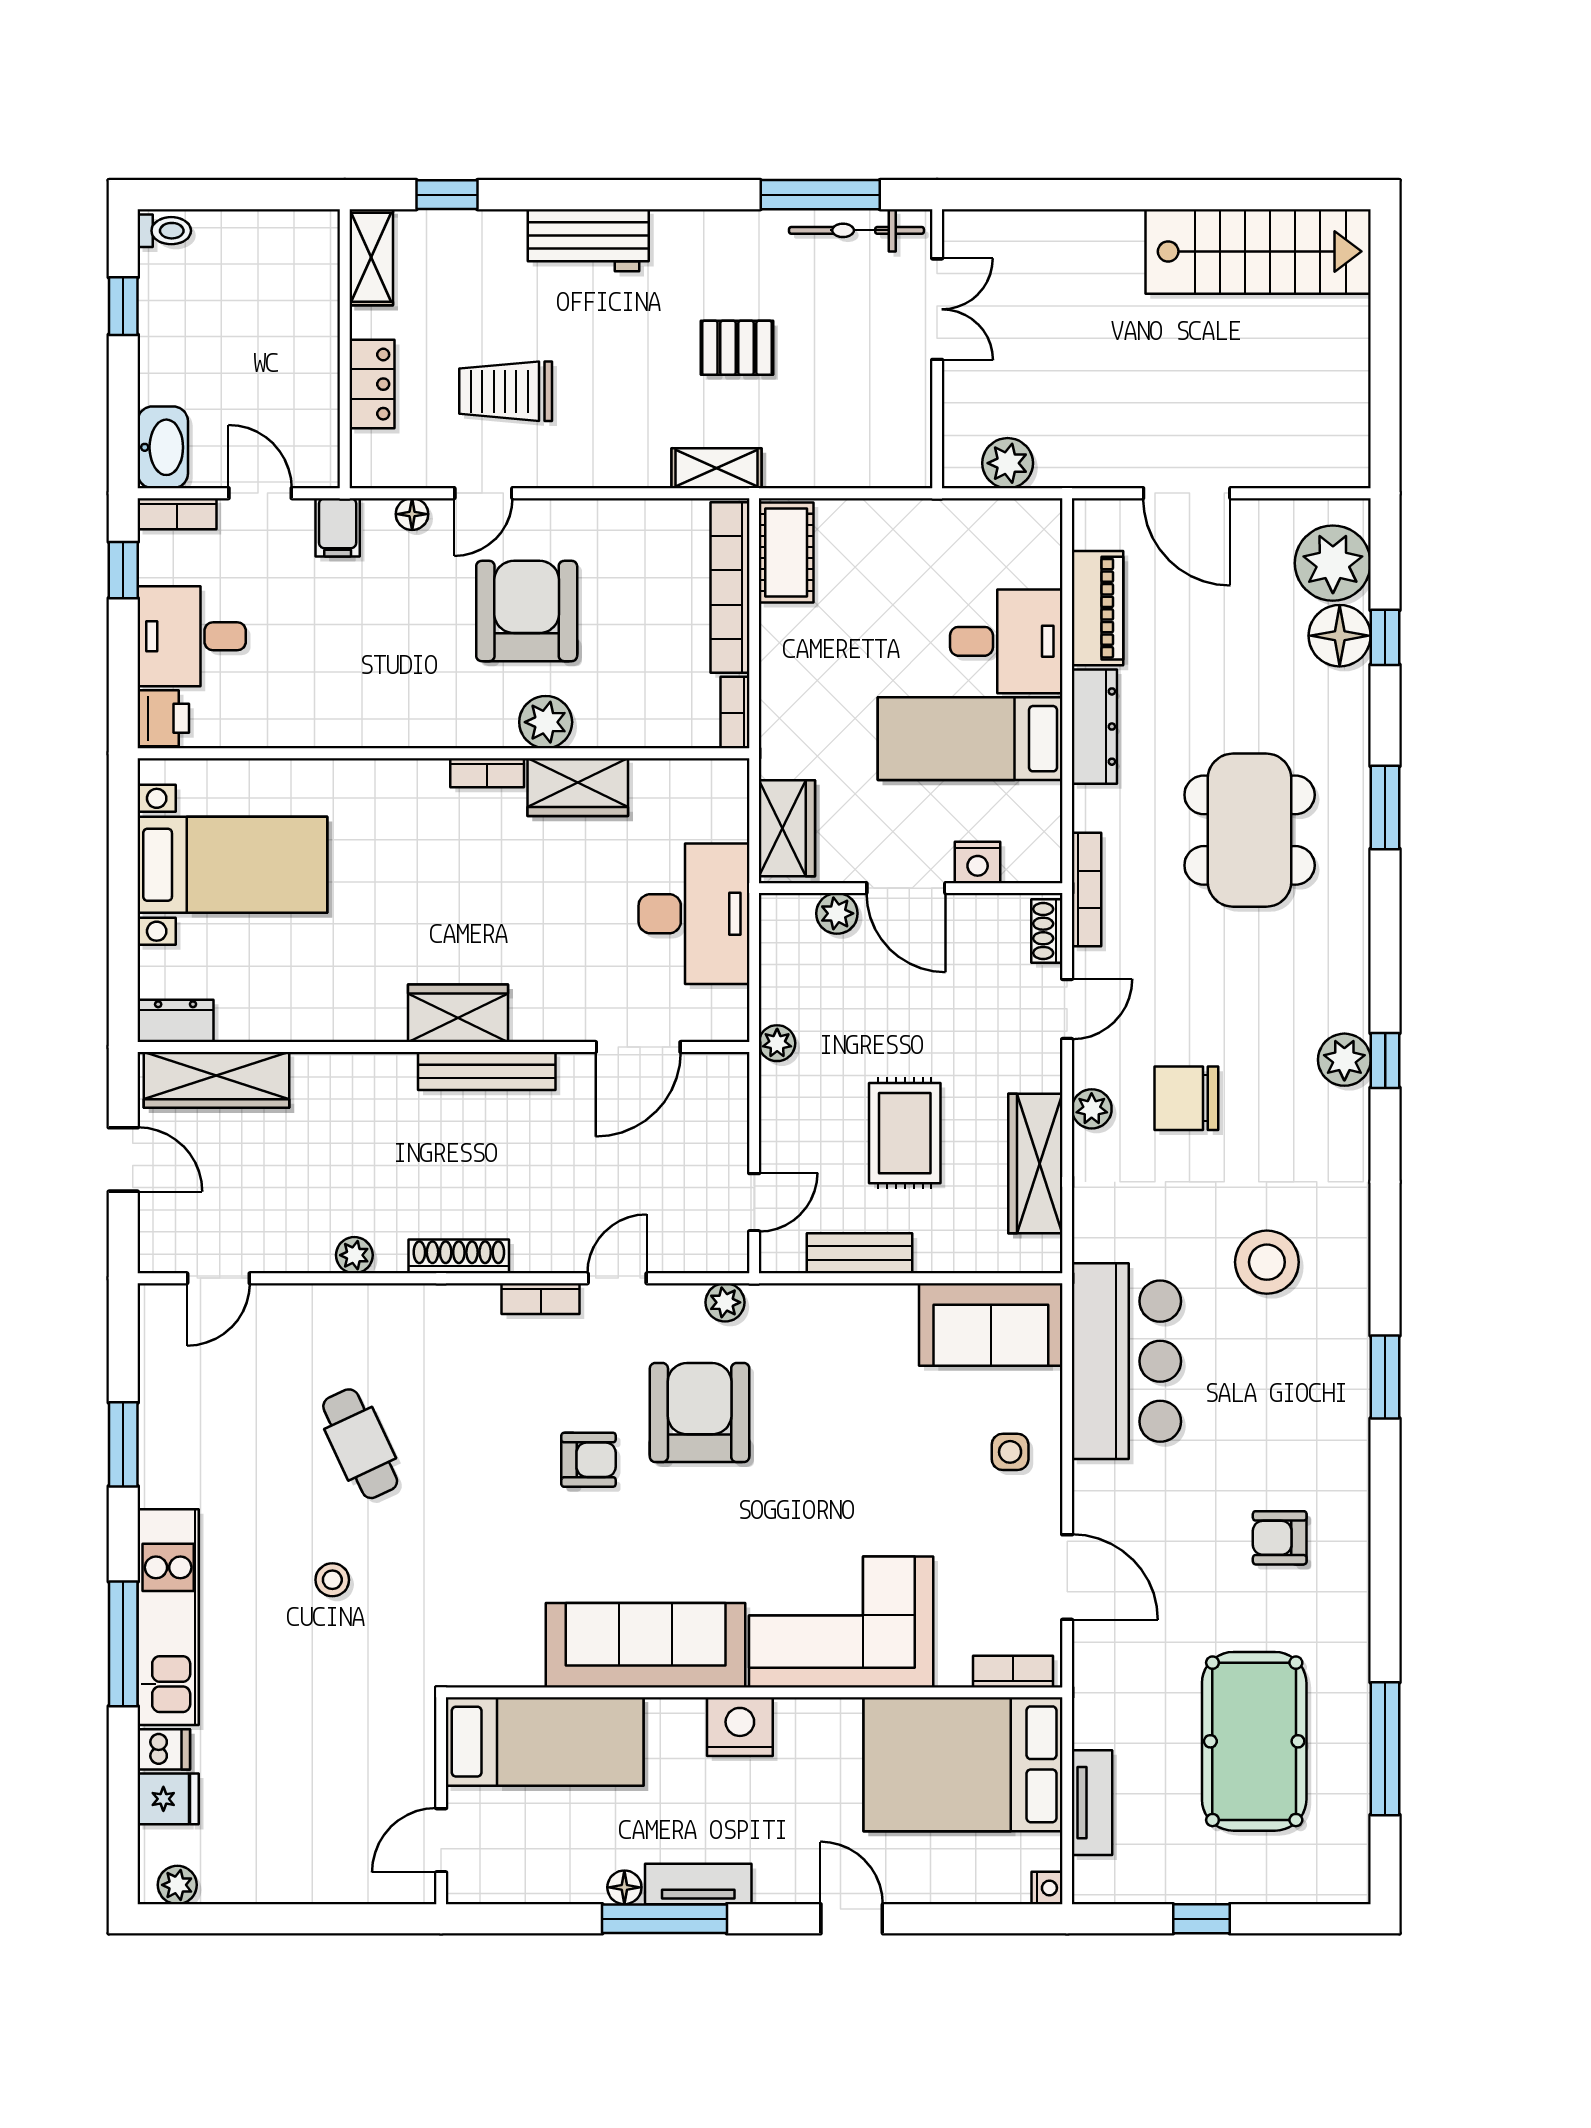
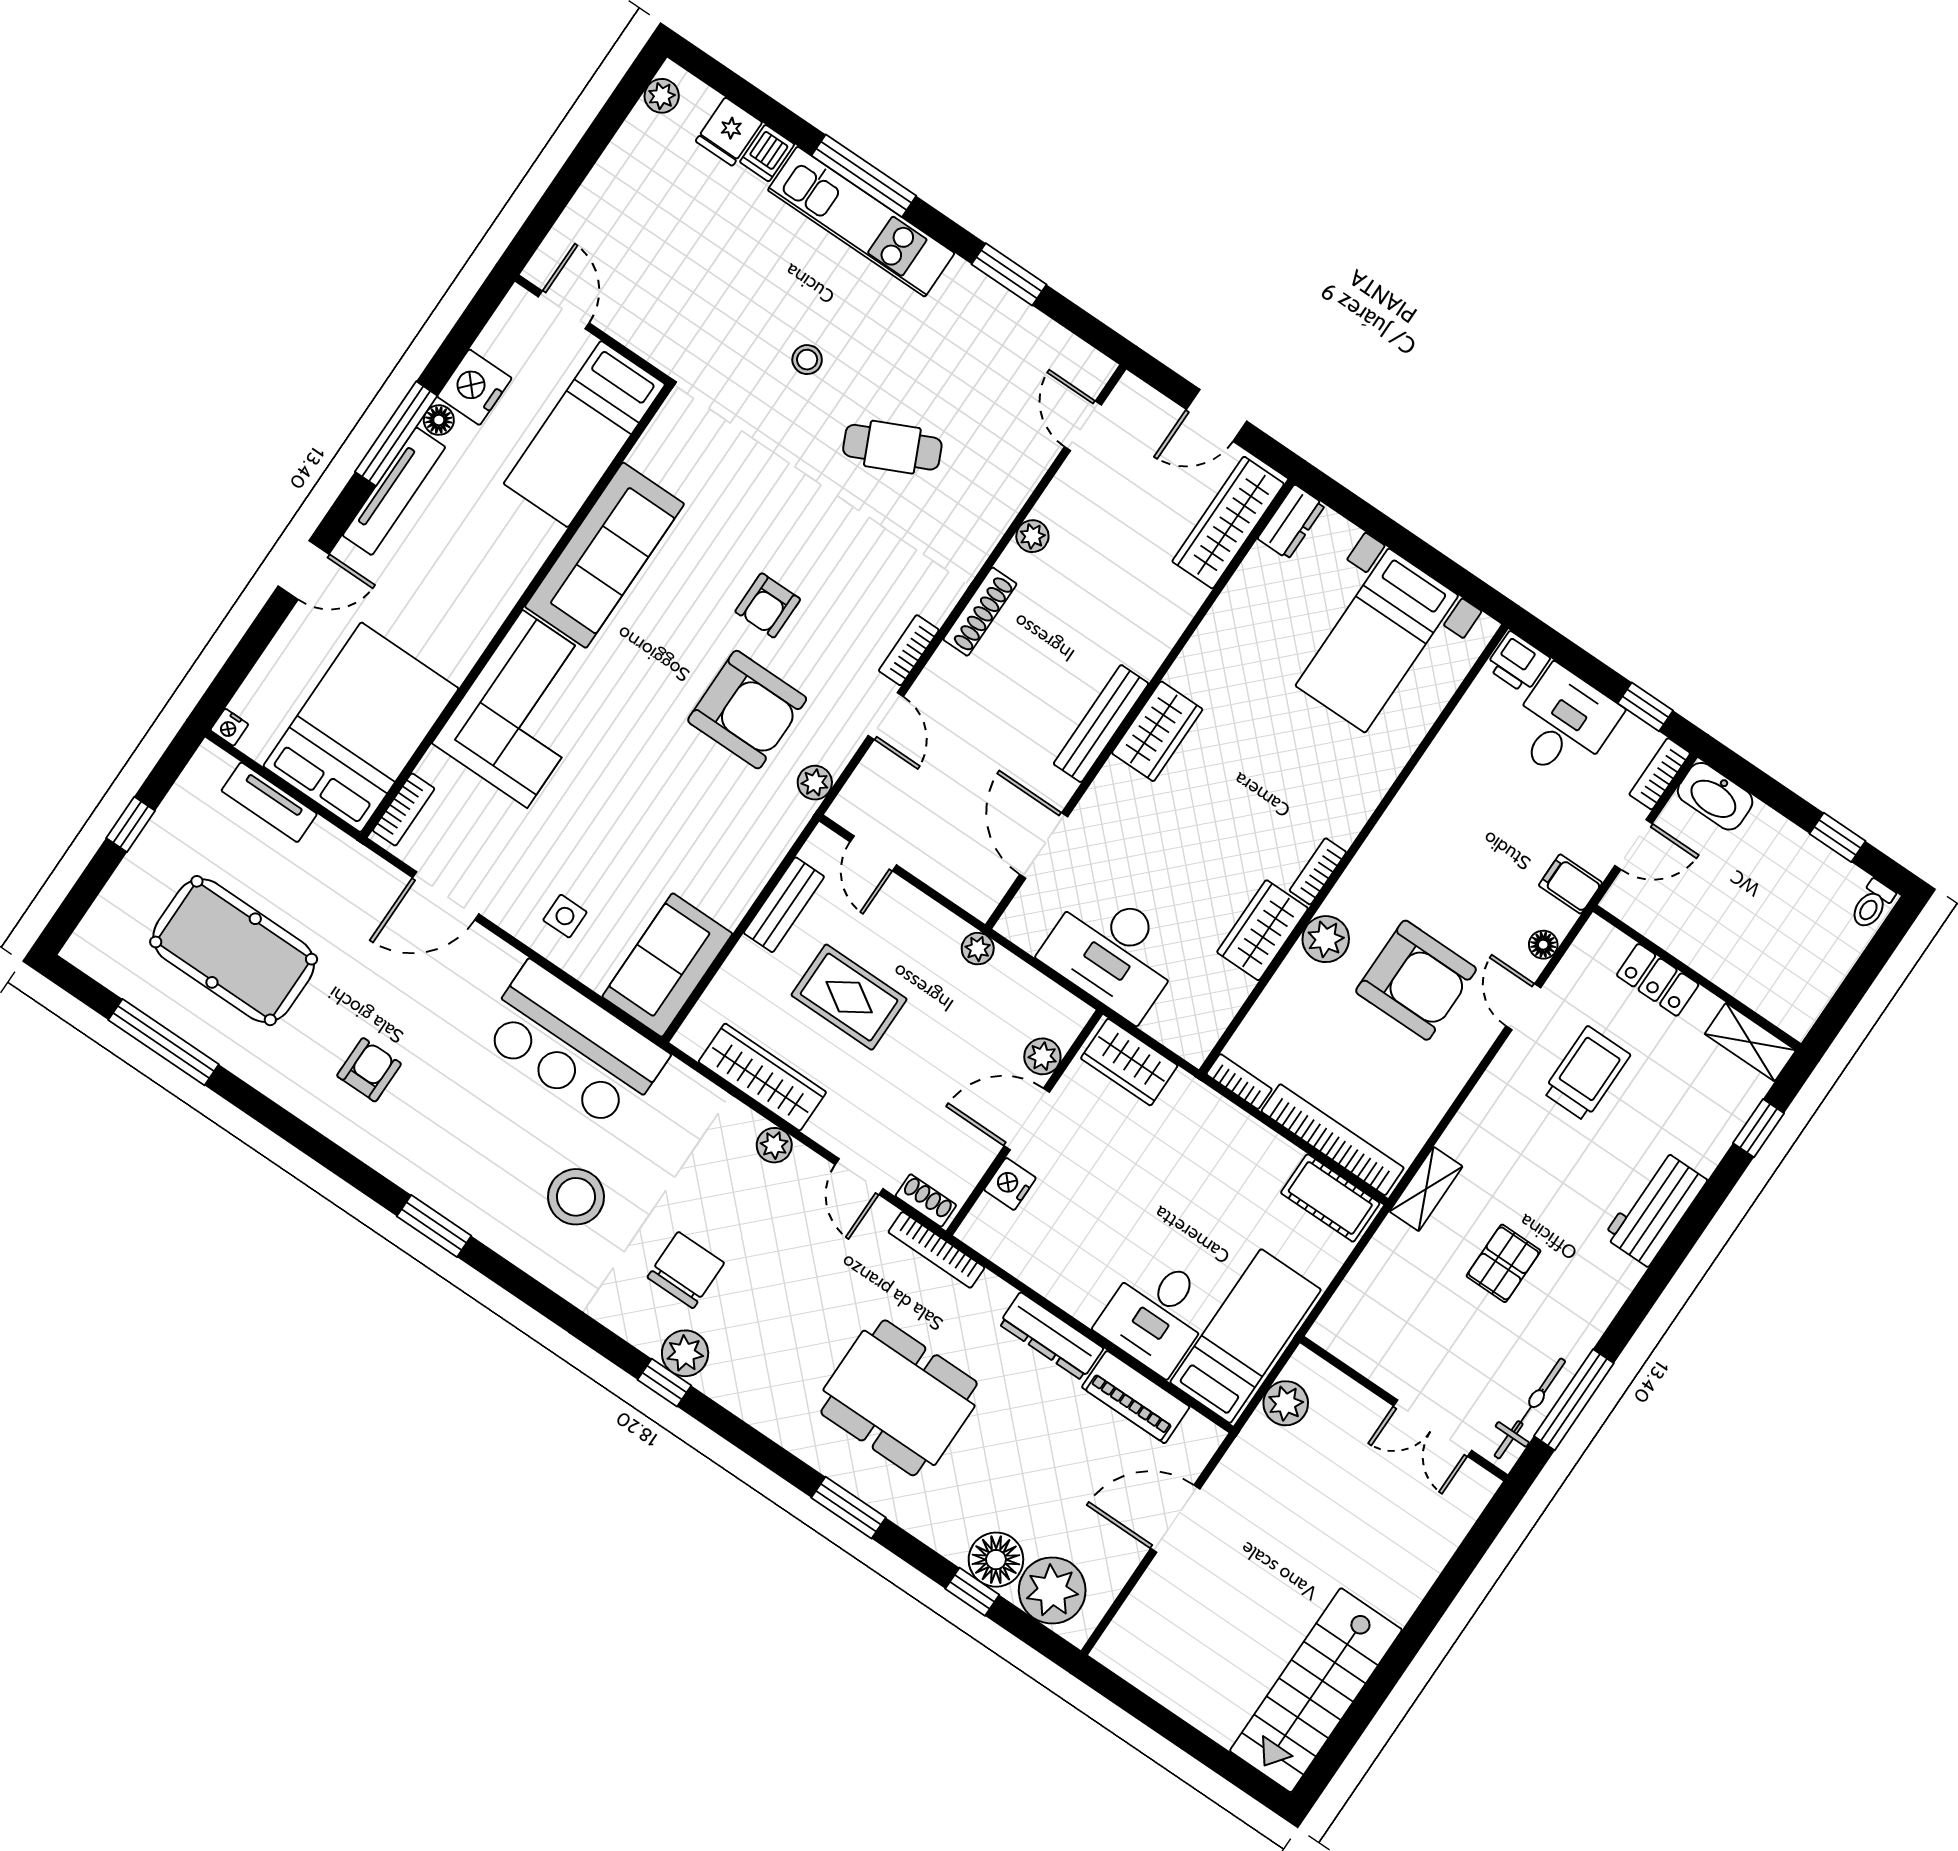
bed: (970, 739) -> (1245, 1336), moved
chair: (1186, 1098) -> (686, 1270), moved
nightstand: (740, 1727) -> (474, 387), moved, turned 180
tv unit: (698, 1884) -> (394, 491), width x1.41

